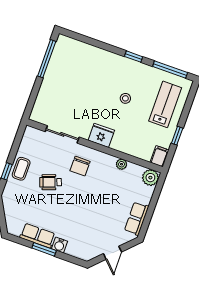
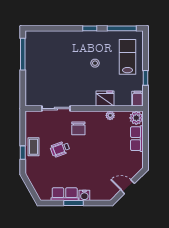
fridge: (101, 135) -> (105, 99), moved
row of seats: (137, 219) -> (137, 139), moved
door: (112, 253) -> (128, 187), swing flipped

